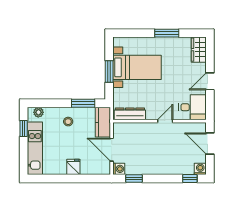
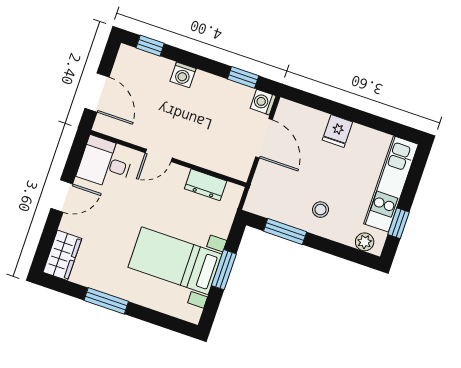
dresser: (130, 114) -> (206, 185), width x0.70
kitchen counter: (103, 122) -> (263, 189), removed
washing machine: (200, 169) -> (183, 75), moved

